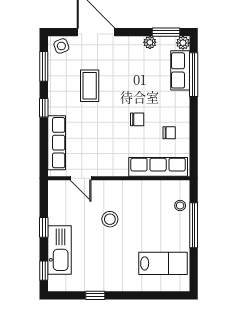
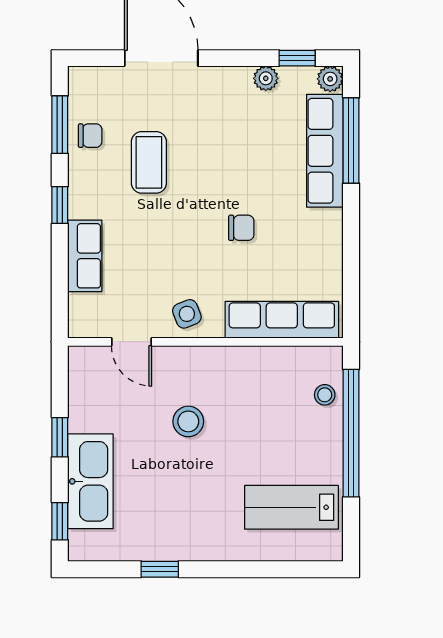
window: (166, 32) -> (297, 58), width x0.67
side table: (61, 46) -> (187, 314), moved
row of seats: (180, 70) -> (325, 151), width x1.48
chair: (169, 133) -> (90, 136), moved
row of seats: (57, 143) -> (85, 256), width x0.68
window: (194, 225) -> (351, 433), width x1.46
lab bench: (163, 263) -> (291, 507), turned 180

